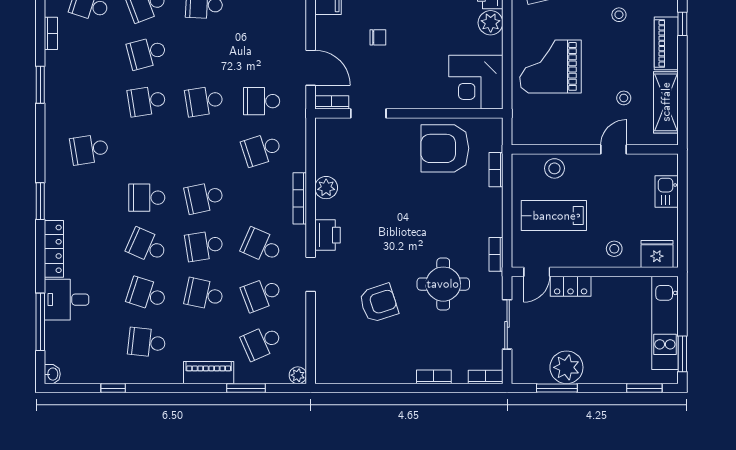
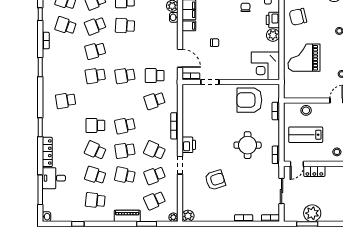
plant: (326, 188) -> (188, 216), moved
round table: (443, 284) -> (248, 145), moved

